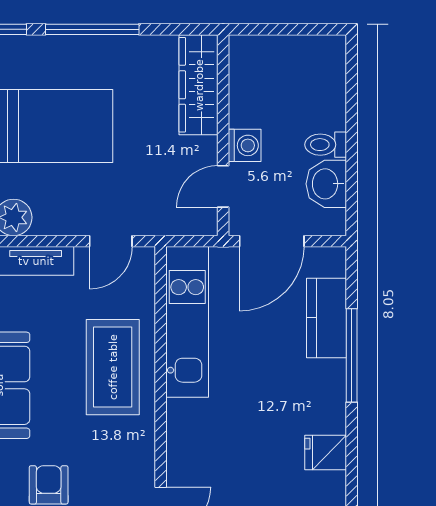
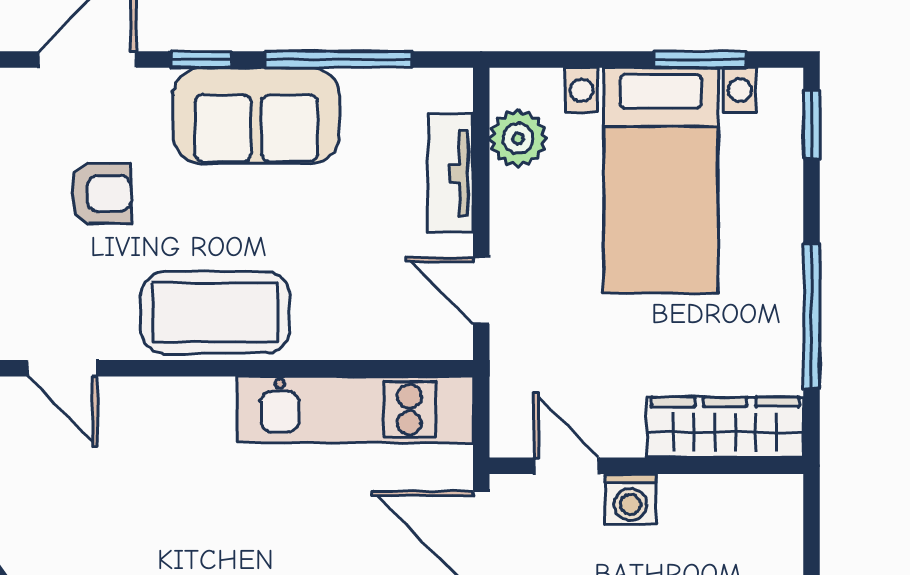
window: (92, 29) -> (812, 316), moved
coffee table: (113, 367) -> (215, 312), moved

